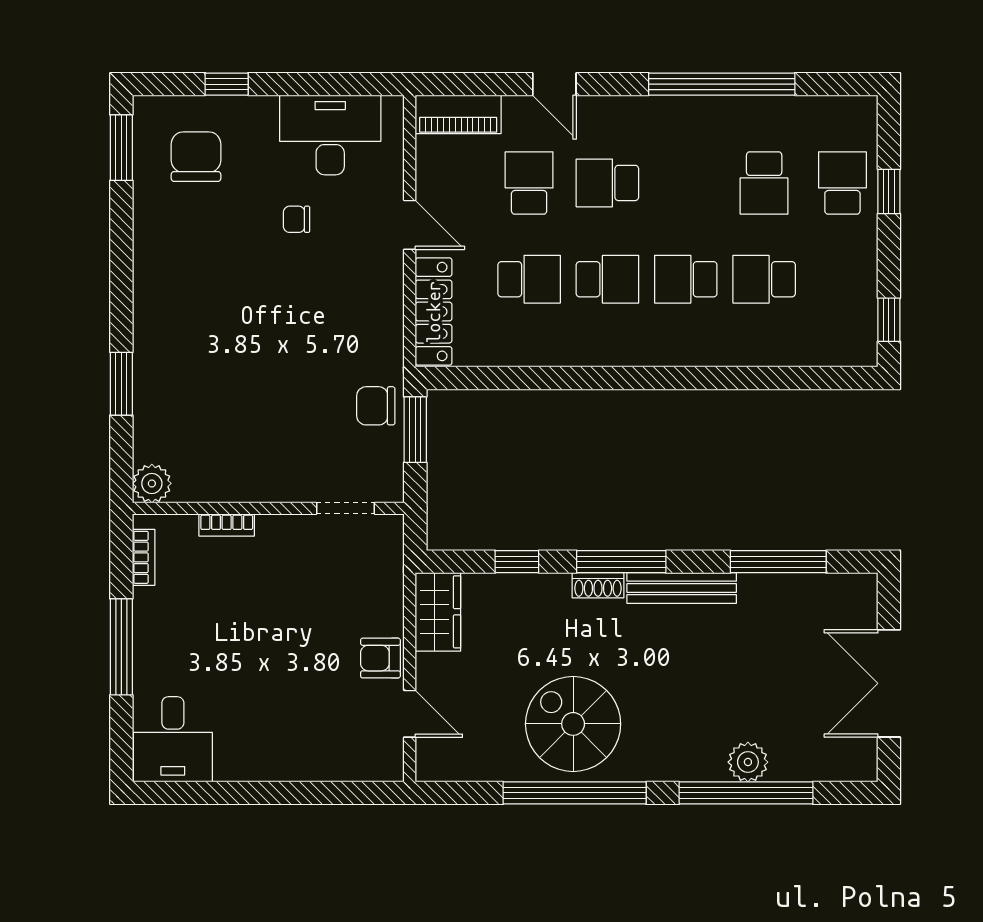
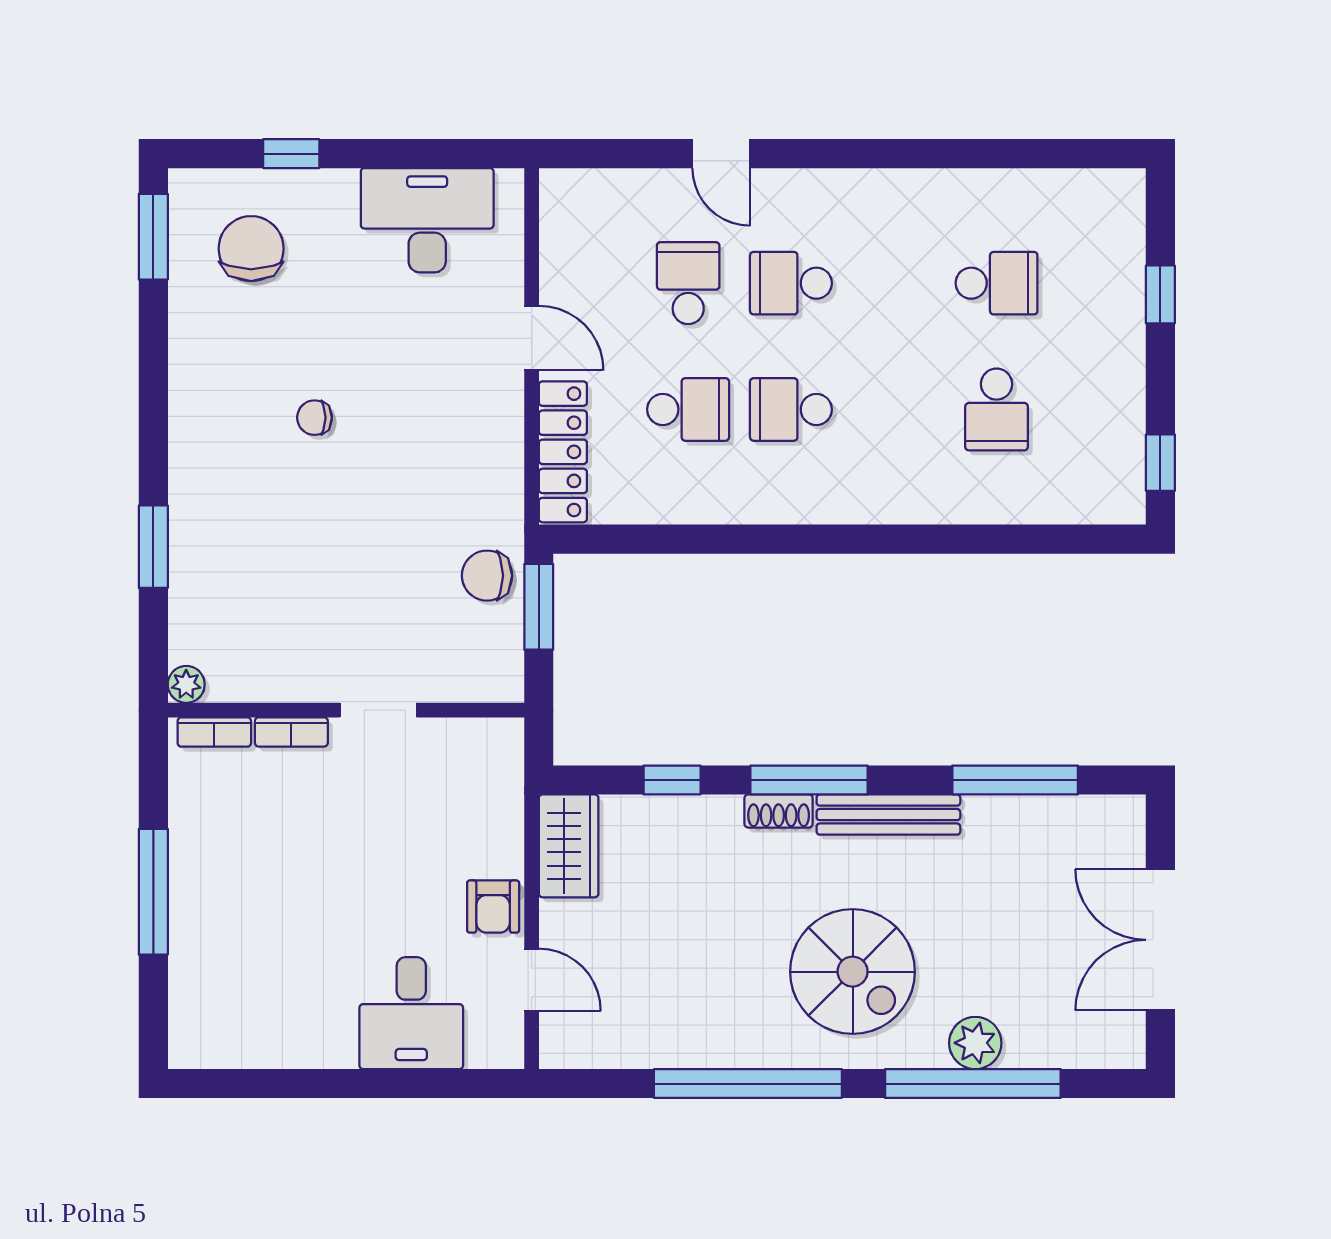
window: (722, 84) -> (941, 154), removed
piano: (458, 114) -> (595, 193), removed
school desk: (764, 183) -> (997, 283), turned -90
school desk: (842, 183) -> (1099, 283), removed
chair: (297, 219) -> (314, 418), moved
school desk: (607, 279) -> (791, 409), turned 180
school desk: (686, 279) -> (894, 409), removed
school desk: (764, 279) -> (997, 409), turned -90
plant: (152, 483) -> (186, 684), width x0.73, depth x0.73
doorway: (345, 508) -> (378, 710), moved
bookcase: (144, 557) -> (214, 732), moved, turned 90
armchair: (380, 658) -> (493, 907), turned -90
spiral stairs: (573, 724) -> (853, 972), moved, turned 180
desk: (173, 739) -> (411, 1013), moved

